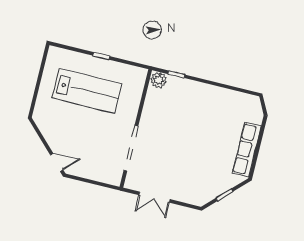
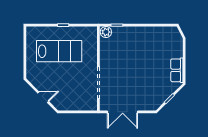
row of seats: (247, 149) -> (177, 70), width x0.68
door: (57, 162) -> (43, 97), moved
double door: (154, 197) -> (123, 112), width x1.37

